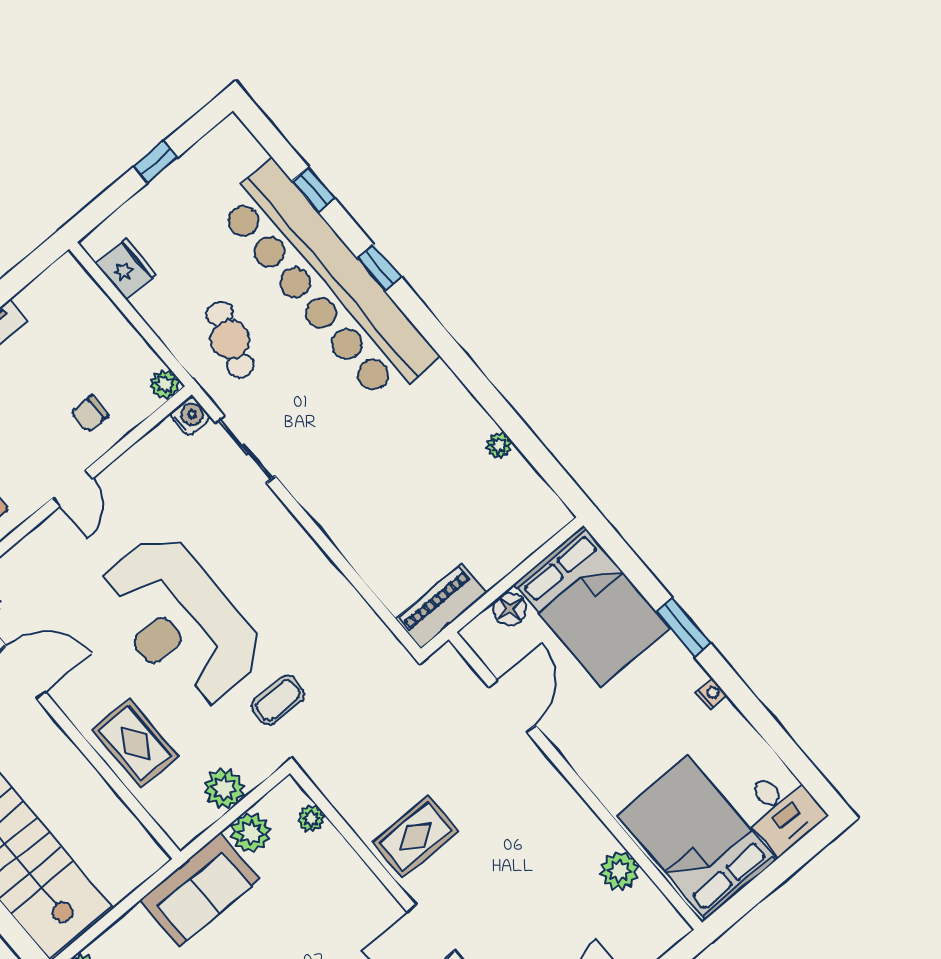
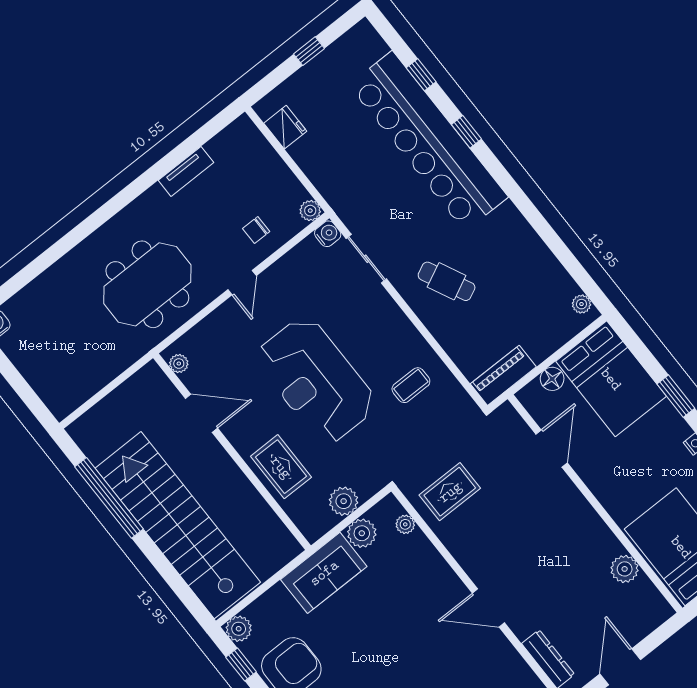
cafe table: (230, 340) -> (447, 281), moved, turned -44
plant: (499, 445) -> (581, 304), moved
coffee table: (278, 700) -> (411, 385), moved
rug: (416, 837) -> (450, 492), moved

